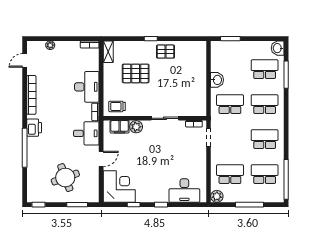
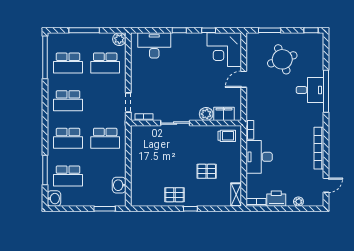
pallet: (136, 73) -> (207, 171), width x0.67, depth x0.71
washbasin: (217, 80) -> (119, 185), moved
printer: (34, 128) -> (276, 199), moved, turned 90
desk: (86, 133) -> (310, 90), moved, turned 180

